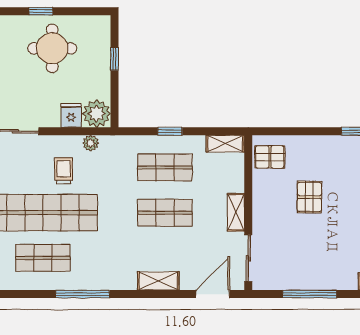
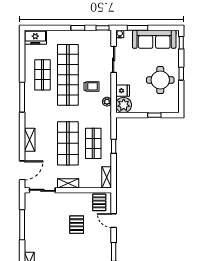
door: (302, 131) -> (114, 221), added
pallet: (309, 197) -> (77, 225), turned 90
shop shelf: (165, 213) -> (68, 143), width x1.43, depth x1.36
door: (213, 294) -> (22, 170), hinge flipped

